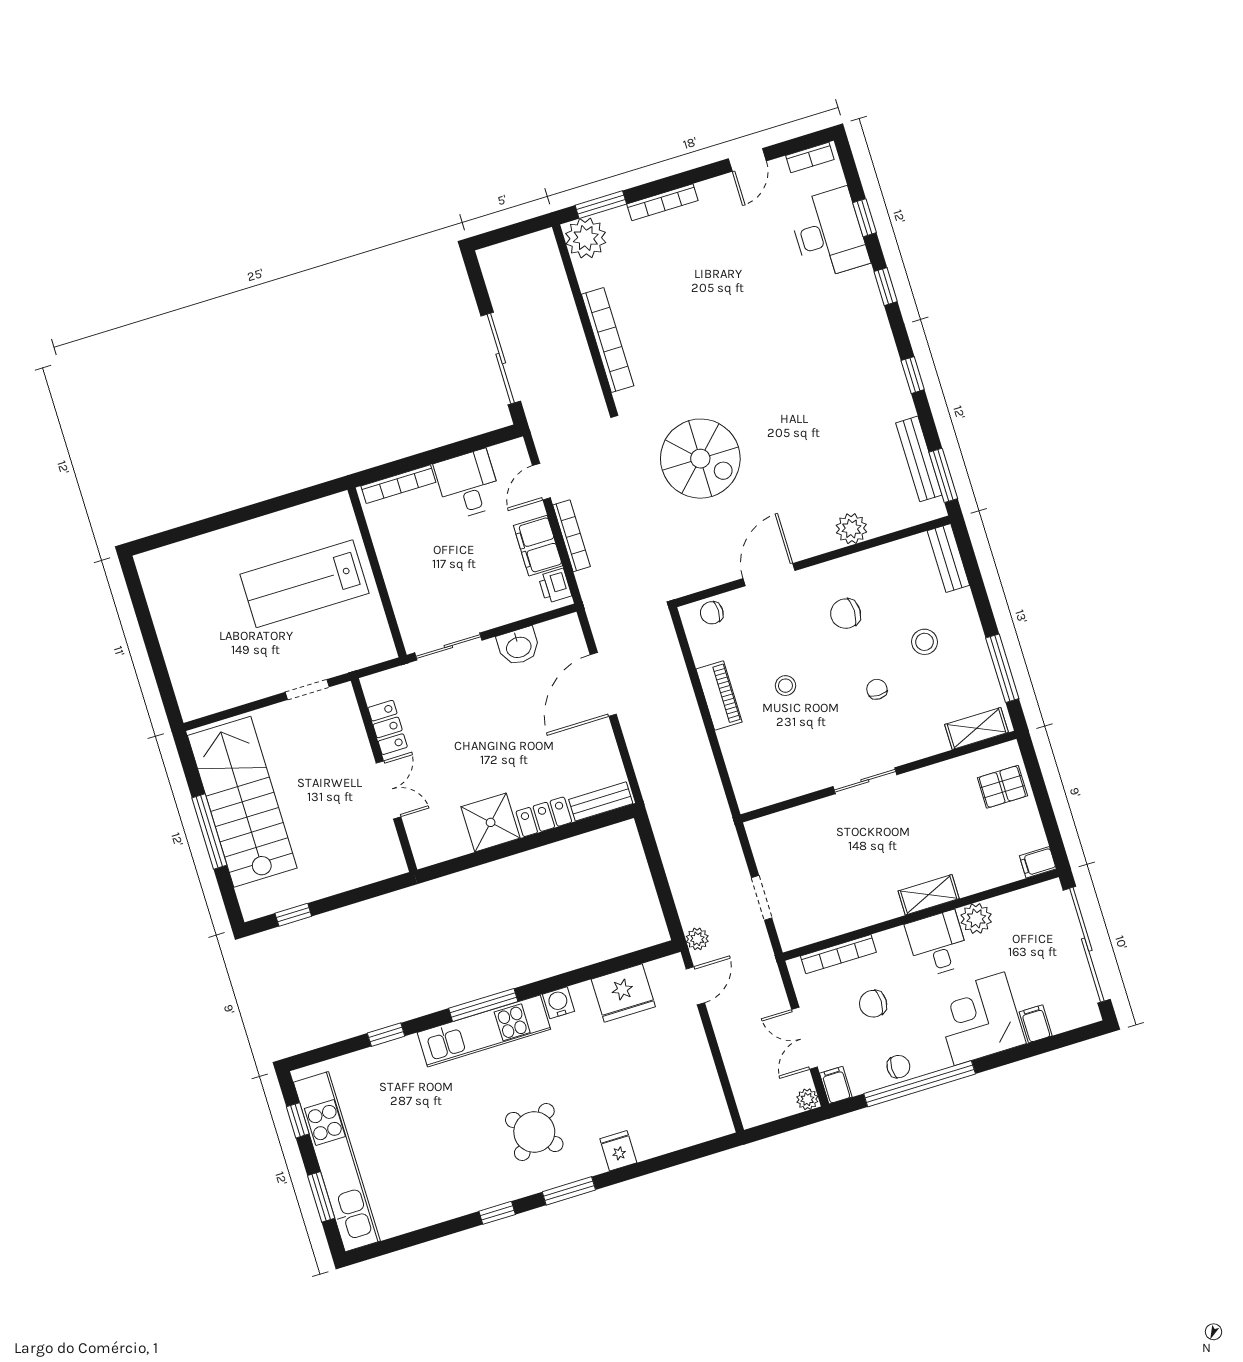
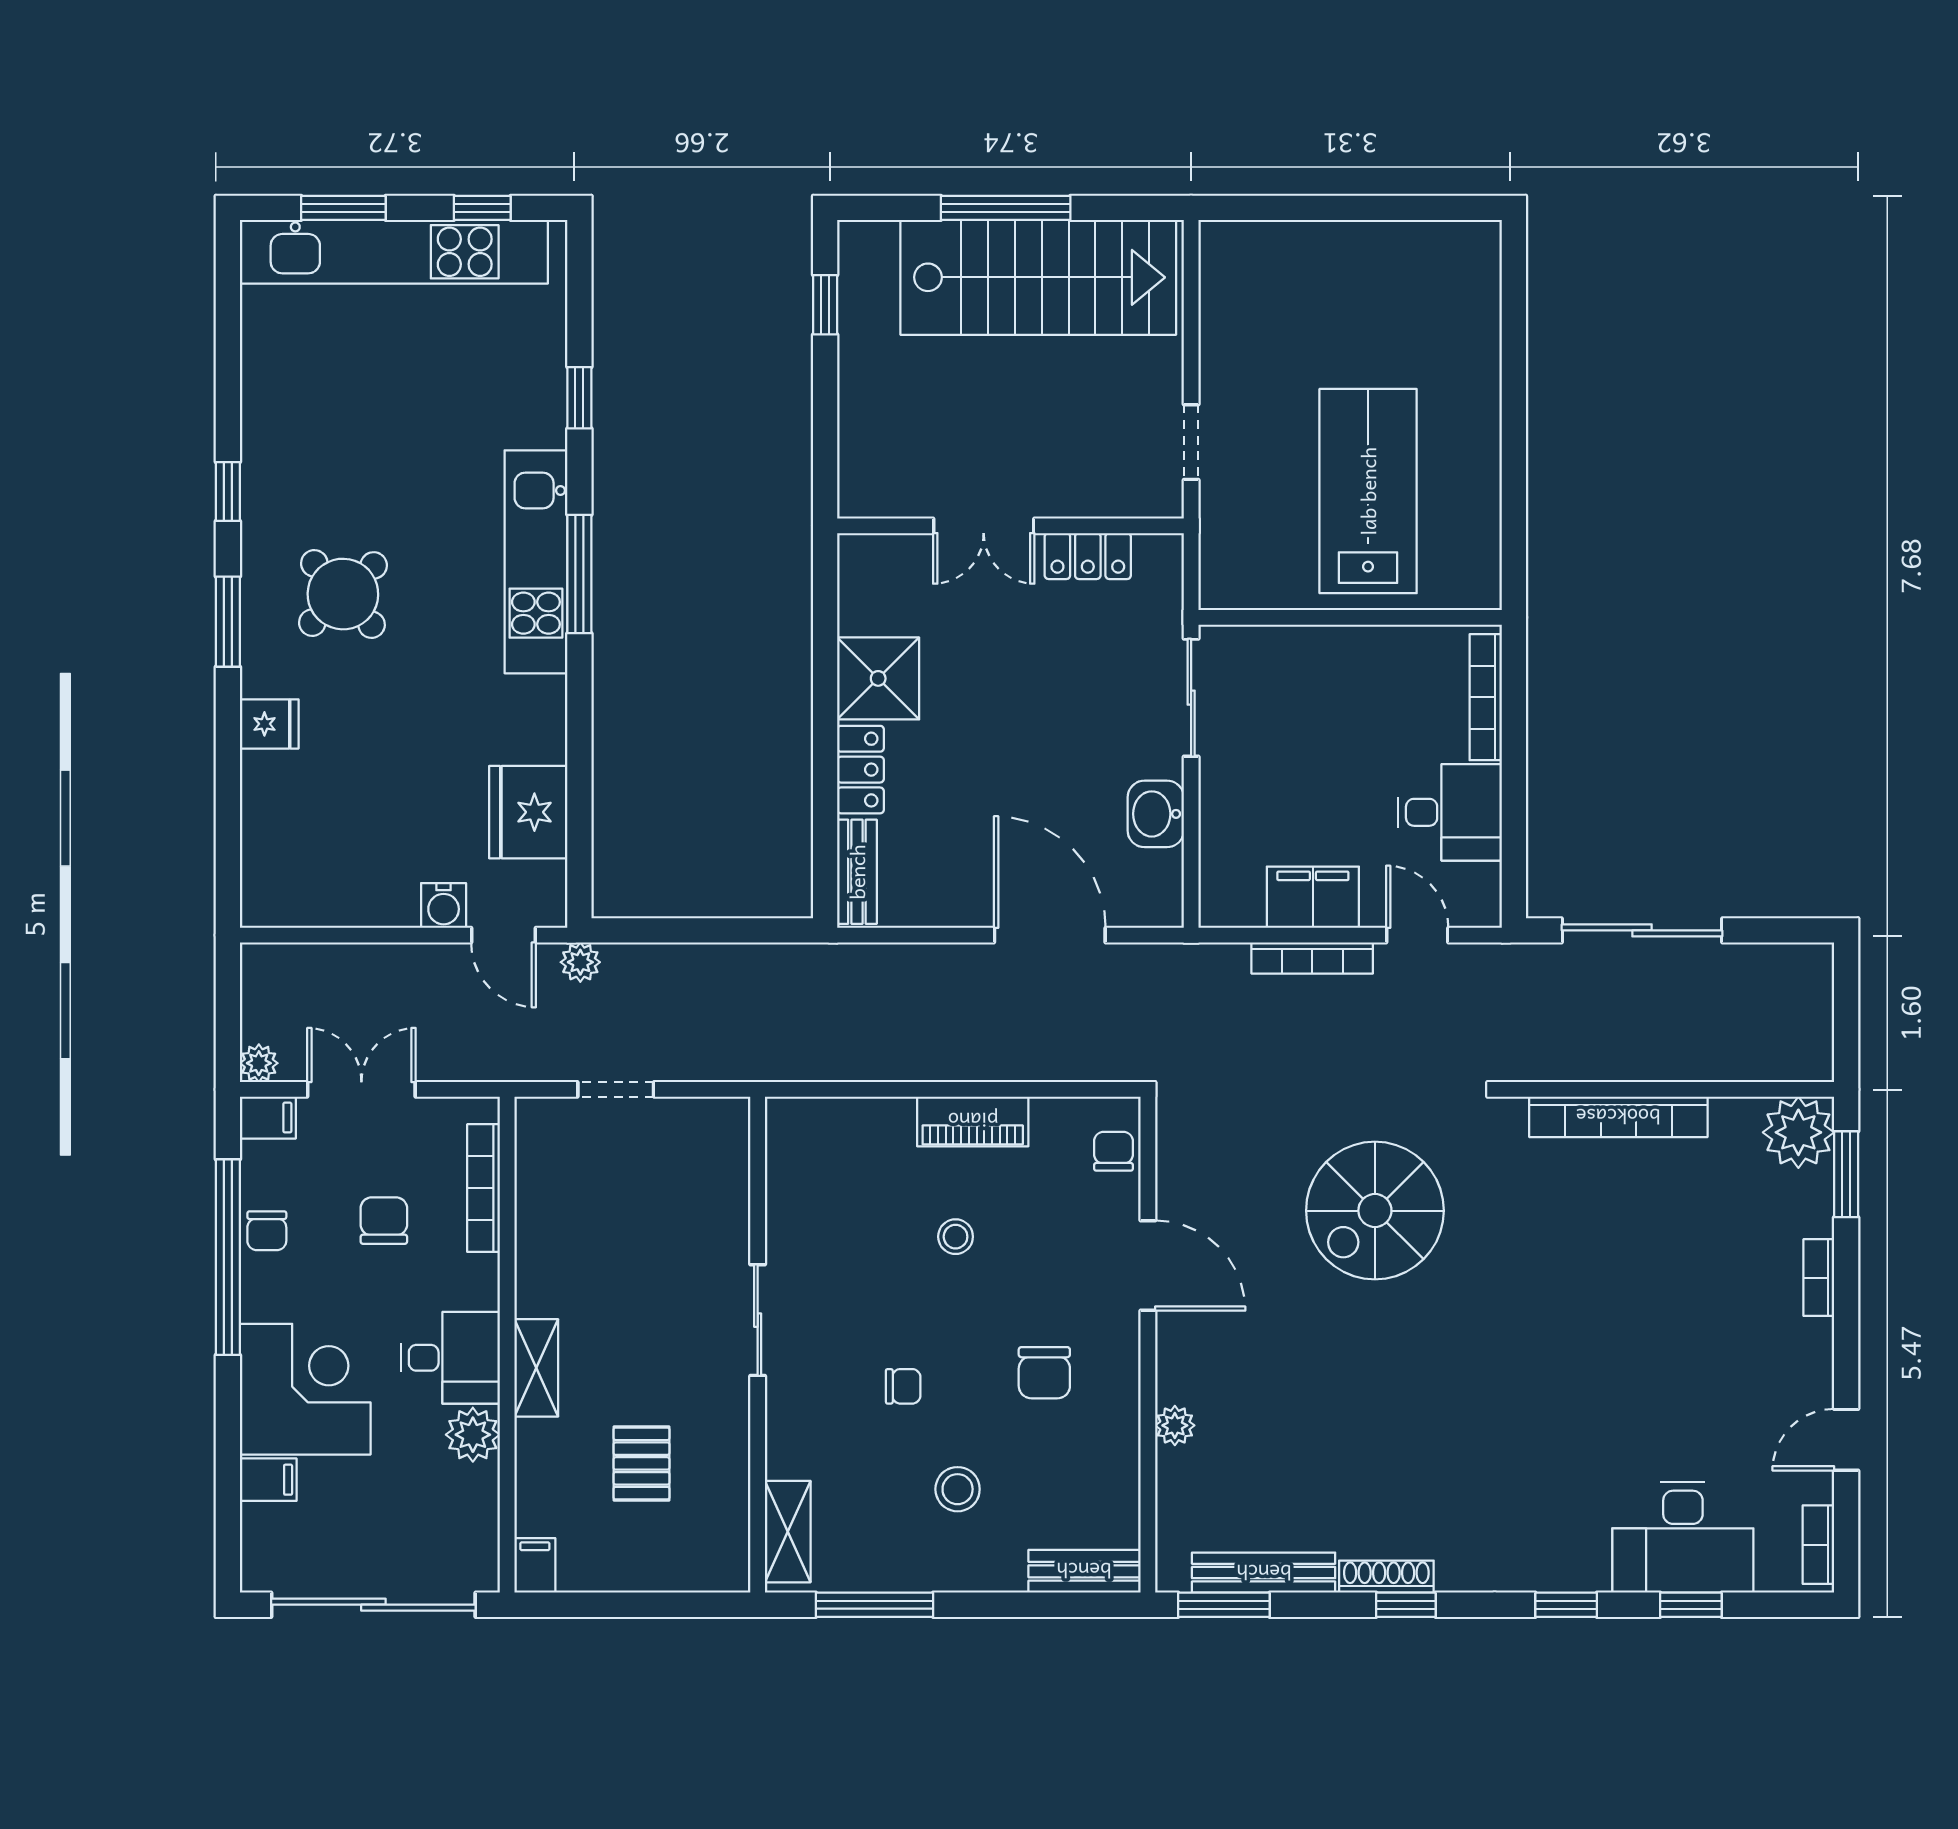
door: (747, 160) -> (1846, 1440), hinge flipped
bookcase: (662, 202) -> (1819, 1278), width x0.64
shoe rack: (900, 390) -> (1386, 1577), added
plant: (851, 529) -> (1175, 1425), width x0.73, depth x0.73
printer: (555, 586) -> (1238, 905), removed
chair: (846, 614) -> (1044, 1373), turned 180
pallet: (1002, 787) -> (641, 1463), moved
water cooler: (558, 1003) -> (444, 906), moved, turned 90

